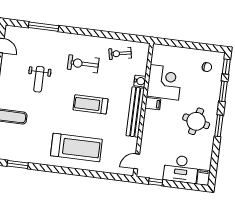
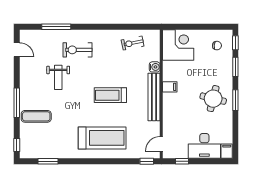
exercise bike: (83, 64) -> (77, 50), moved
corner desk: (164, 82) -> (178, 45), moved
window: (119, 177) -> (147, 161), added

